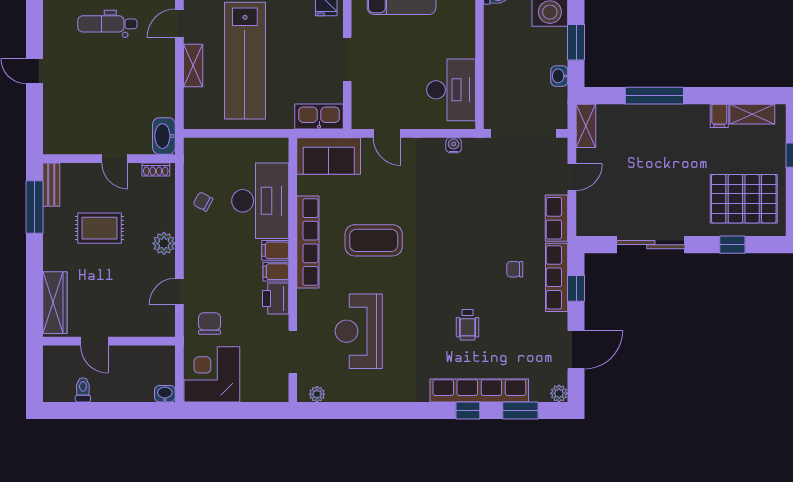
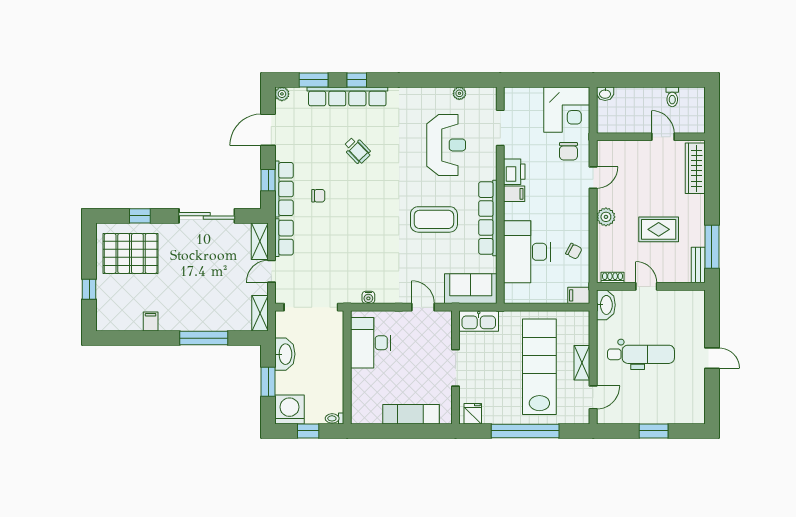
dental chair: (107, 24) -> (641, 354), moved, width x1.36, depth x1.38
washbasin: (559, 76) -> (285, 354), width x1.91, depth x1.45
shelving: (752, 114) -> (260, 241), moved, turned 90
filing cabinet: (275, 250) -> (579, 295), moved, turned 180
wheelchair: (468, 325) -> (357, 150), turned 136
plant: (317, 394) -> (459, 93), moved

